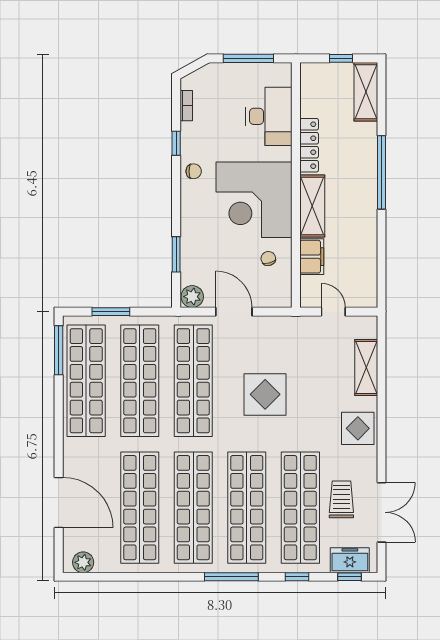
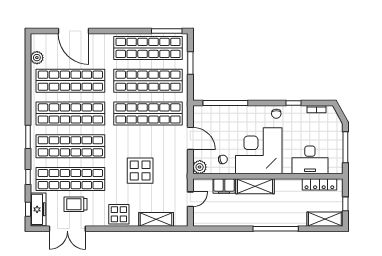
locker: (309, 145) -> (319, 184), moved
window: (176, 254) -> (225, 103), width x2.11
plant: (192, 297) -> (200, 167), moved
door: (234, 312) -> (190, 138), hinge flipped
display table: (265, 394) -> (140, 171), moved
trolley: (341, 499) -> (75, 204), turned 180
door: (59, 502) -> (74, 31), hinge flipped
freezer: (350, 560) -> (38, 209), width x1.40
plant: (83, 562) -> (37, 58), moved
window: (231, 577) -> (28, 137), width x0.69

